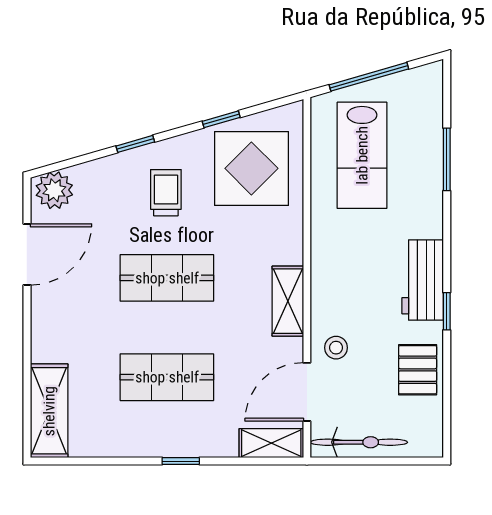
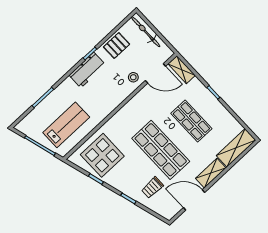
plant: (54, 190) -> (166, 210), removed
trolley: (166, 193) -> (152, 188), moved
shop shelf: (167, 278) -> (161, 150), width x1.43, depth x1.36
shelving: (288, 301) -> (211, 173), moved
bicycle: (359, 442) -> (146, 32), moved

